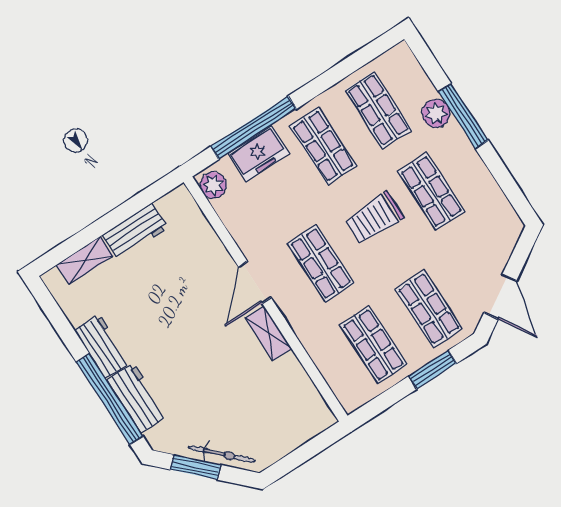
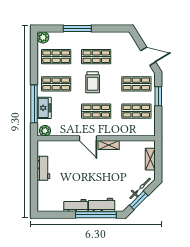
plant: (436, 113) -> (43, 37), moved
shelving: (85, 260) -> (150, 159), moved

